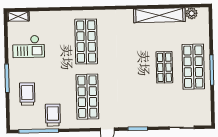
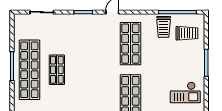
checkout: (28, 46) -> (185, 93), turned 180
shop shelf: (193, 67) -> (29, 70), width x1.40
trolley: (27, 94) -> (187, 33), moved, turned -90

